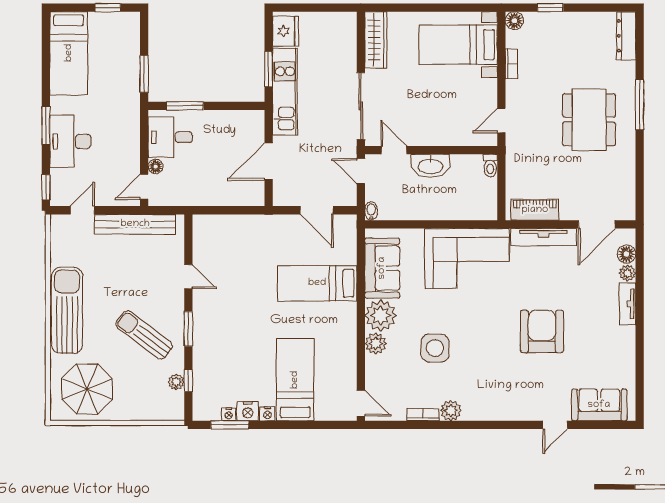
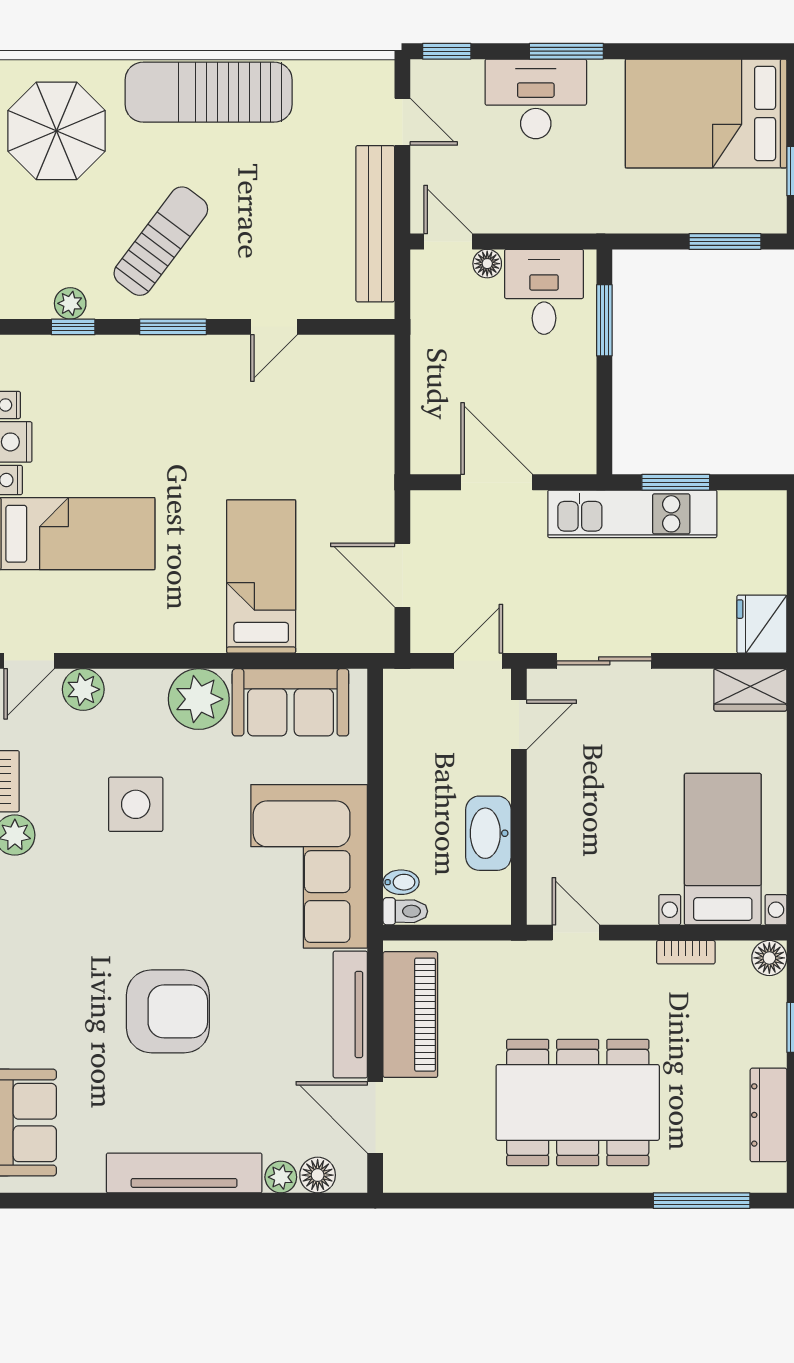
fridge: (285, 31) -> (762, 624), moved, turned 90
dresser: (626, 36) -> (769, 1115), moved, turned -90
wardrobe: (376, 40) -> (750, 690), width x0.67
bed: (69, 53) -> (706, 113), width x1.50
window: (144, 74) -> (725, 242), moved
window: (640, 105) -> (702, 1201), moved
sliding door: (361, 106) -> (604, 661), width x0.73
dining table: (589, 120) -> (578, 1102), width x1.36, depth x1.24
washbasin: (430, 166) -> (488, 833), moved
toilet: (490, 166) -> (405, 911), moved, turned 180
door: (317, 210) -> (402, 575), hinge flipped
piano: (535, 210) -> (410, 1015), width x1.37, depth x1.33
bidet: (371, 211) -> (401, 882), moved
tv unit: (628, 304) -> (184, 1173), width x1.92, depth x1.29
sun lounger: (67, 310) -> (209, 92), turned 180
plant: (376, 344) -> (83, 689), moved

